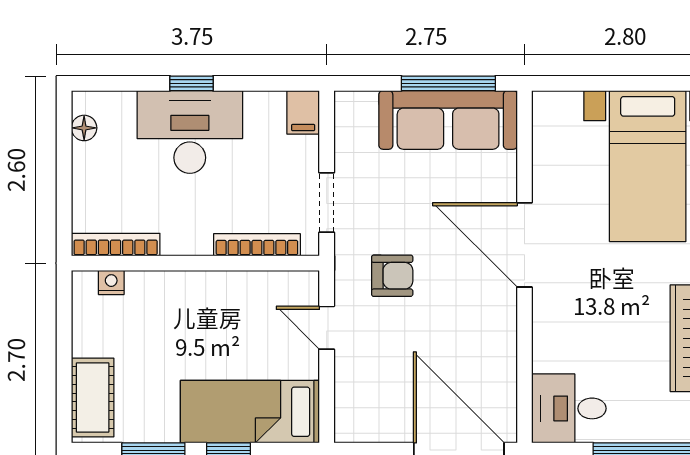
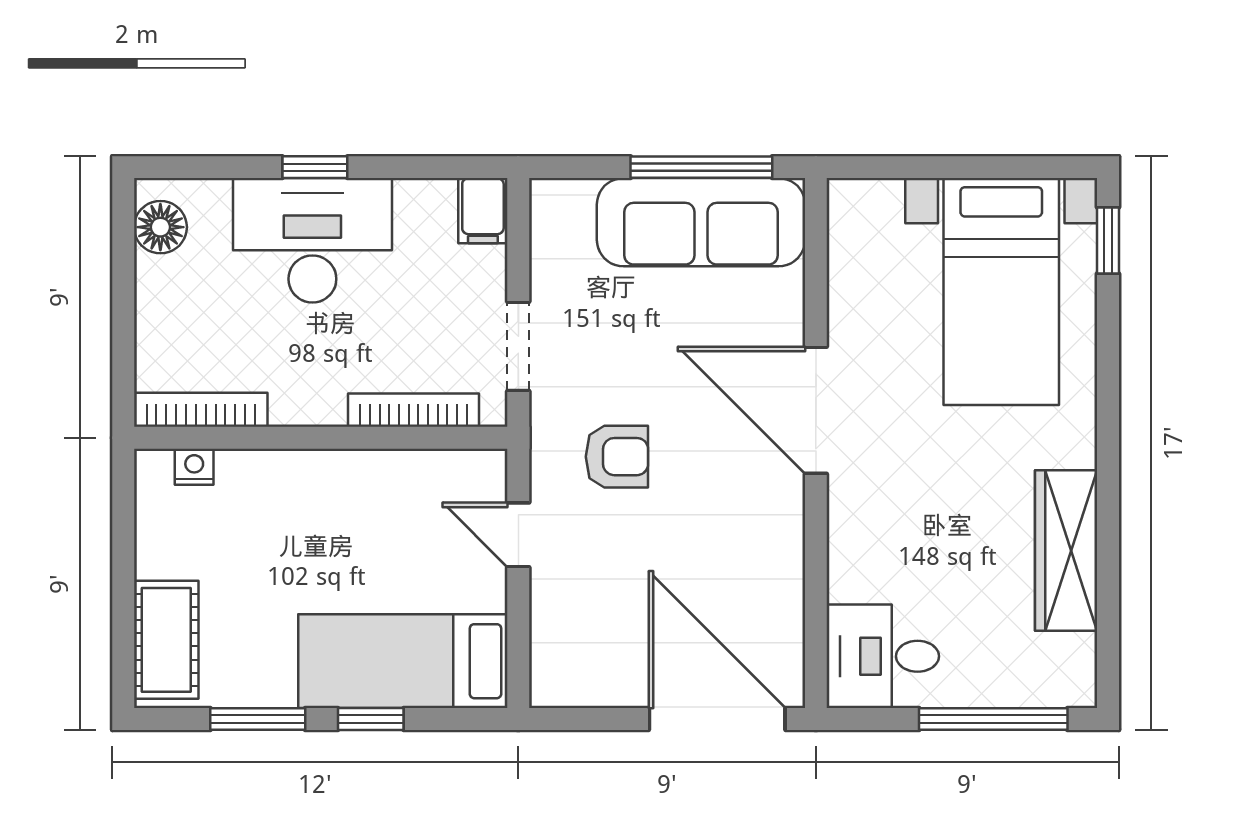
floor lamp: (84, 128) -> (160, 227), width x1.37, depth x1.37

